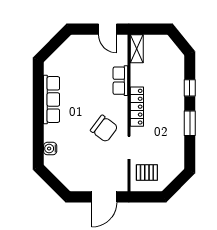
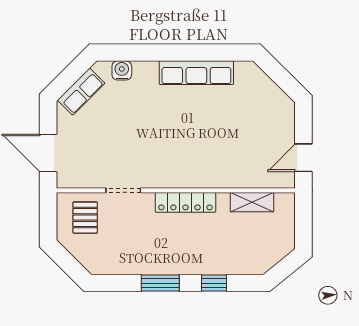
shelving: (137, 49) -> (252, 202), moved
row of seats: (120, 81) -> (81, 92), moved, turned 135
chair: (104, 129) -> (152, 153), removed

